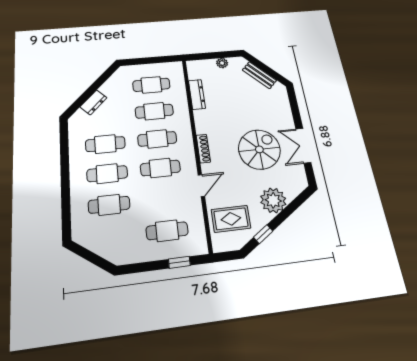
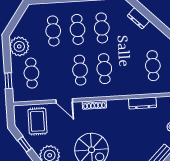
cafe table: (154, 111) -> (129, 67), removed
plant: (131, 250) -> (19, 46), added

